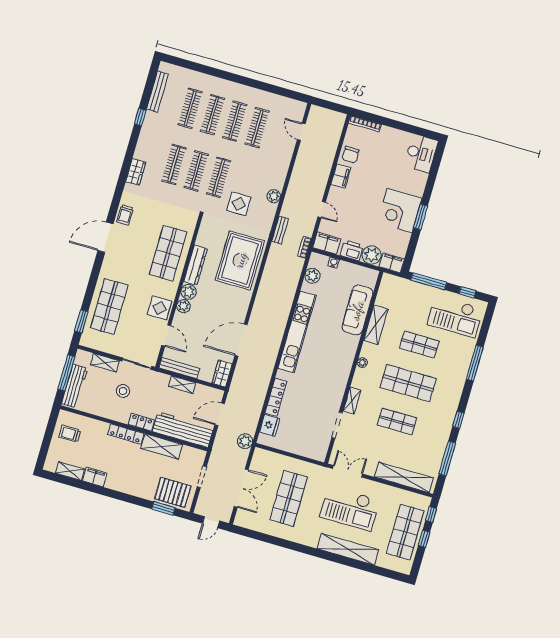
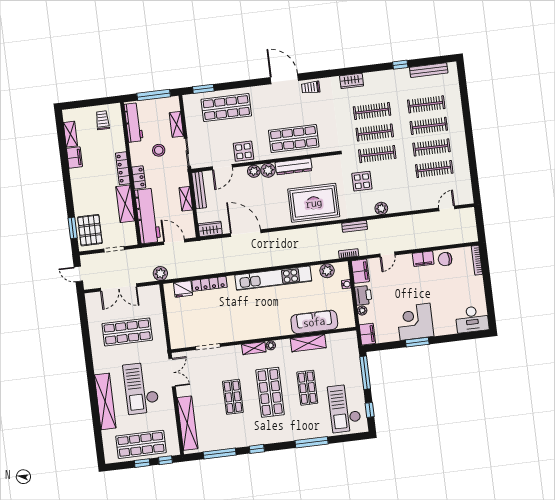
plant: (372, 255) -> (362, 310), width x0.53, depth x0.53
workbench: (75, 386) -> (134, 123), moved, turned -90
shelving: (352, 401) -> (254, 348), moved

